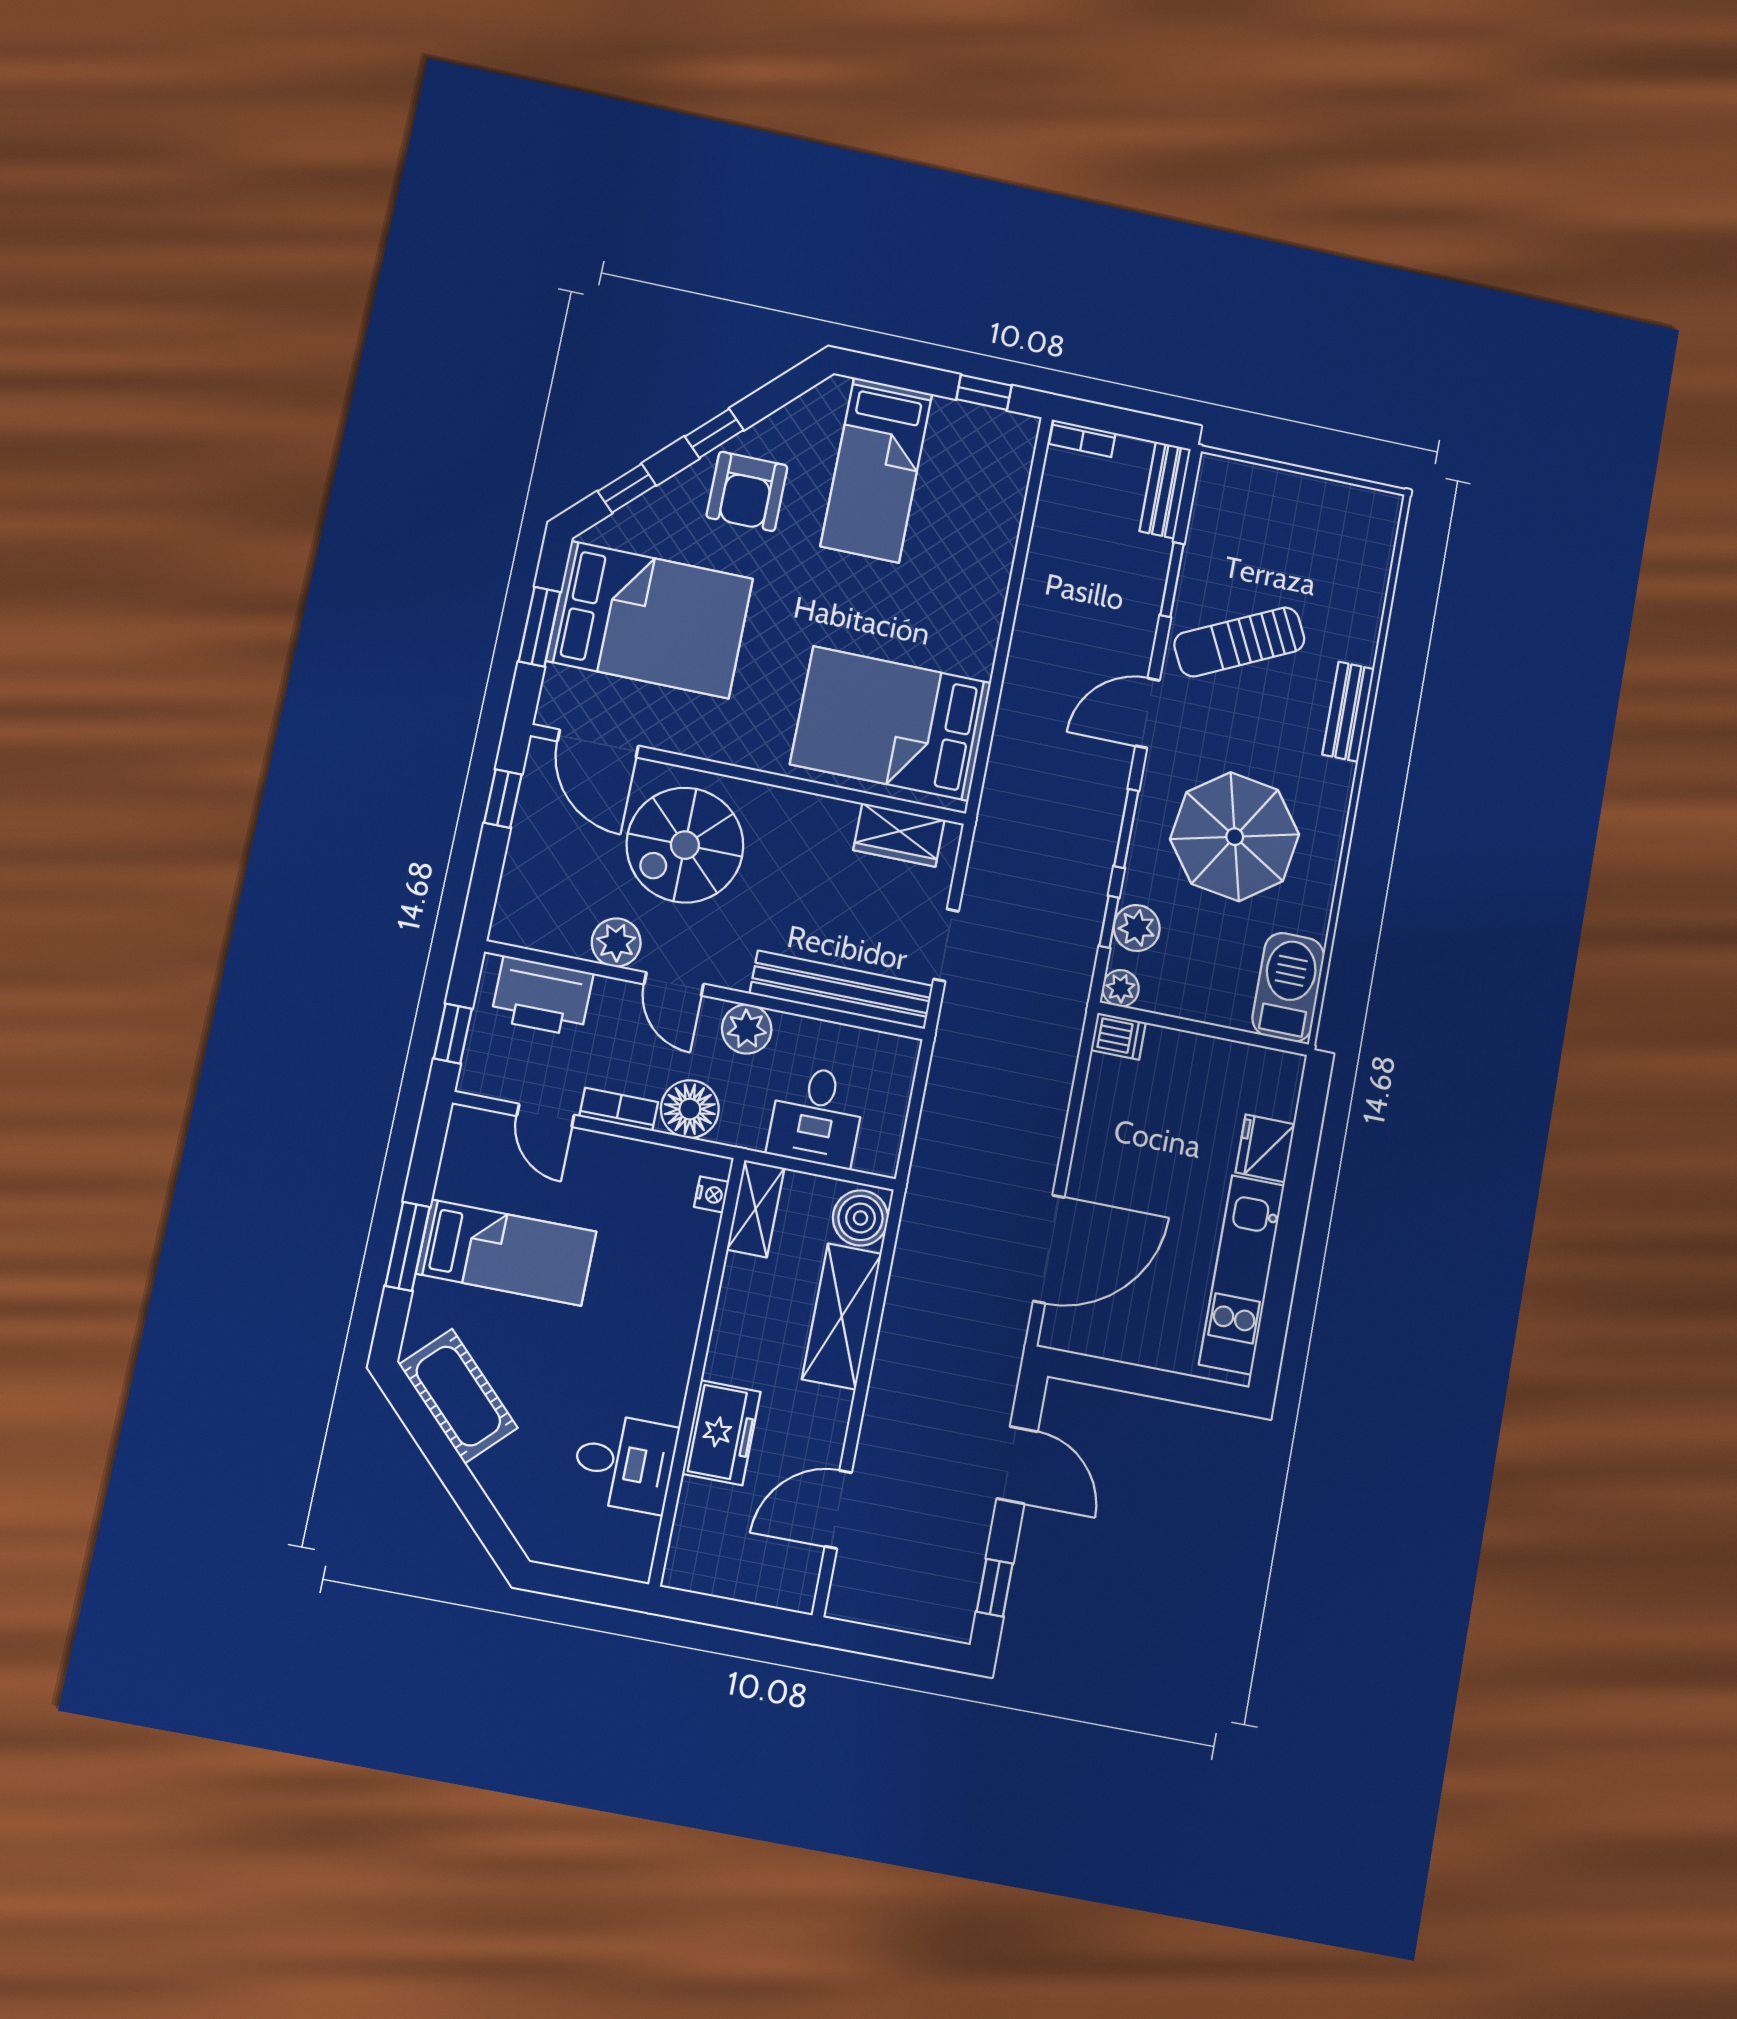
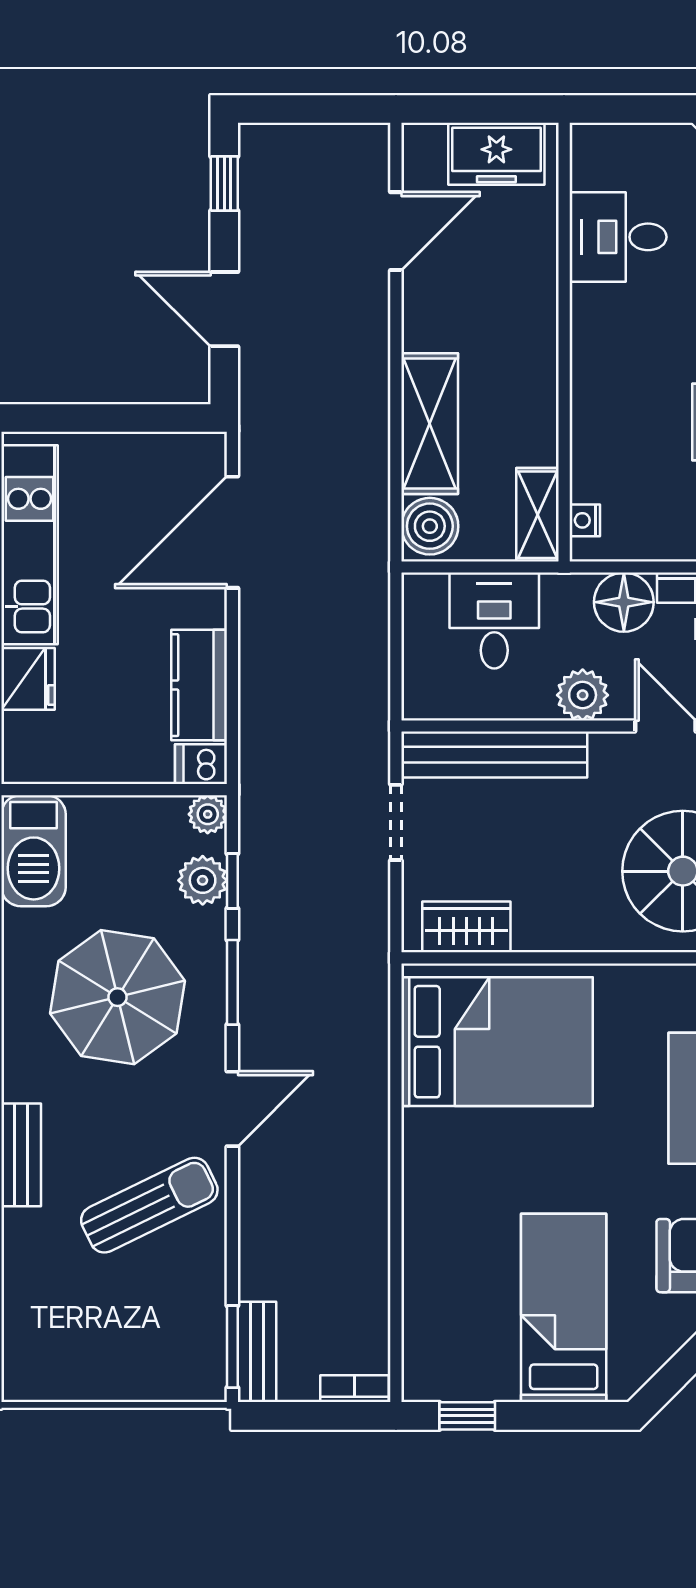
window: (1172, 580) -> (232, 1347), moved
kitchen counter: (1107, 1111) -> (199, 685), added
freezer: (721, 1433) -> (496, 154), moved, turned -90

